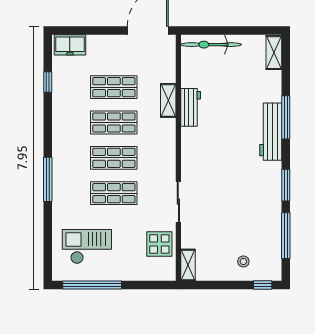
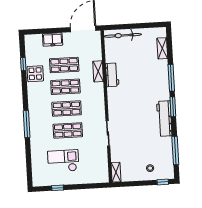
freezer: (70, 45) -> (53, 40), moved
shelving: (274, 53) -> (162, 48), moved
workbench: (271, 132) -> (164, 119), moved
window: (286, 185) -> (173, 107), moved
display table: (159, 244) -> (35, 74), moved
checkout: (87, 246) -> (63, 161), moved
window: (92, 285) -> (58, 188), width x0.32

